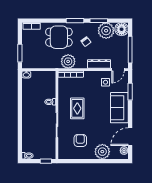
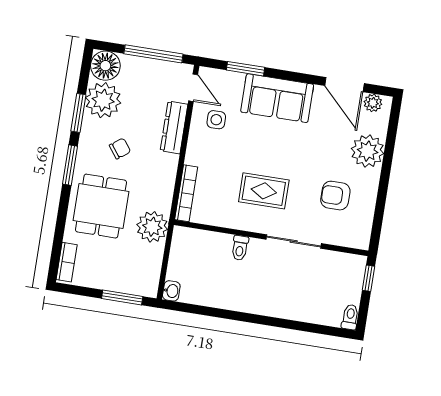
plant: (68, 61) -> (152, 227), moved

